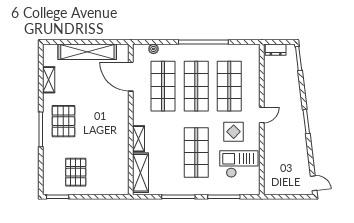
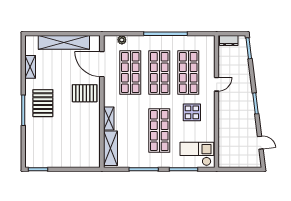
door: (262, 115) -> (217, 84), moved
checkout: (239, 164) -> (197, 154), moved
pallet: (76, 172) -> (85, 93), moved, turned 90
door: (314, 183) -> (260, 143), moved

